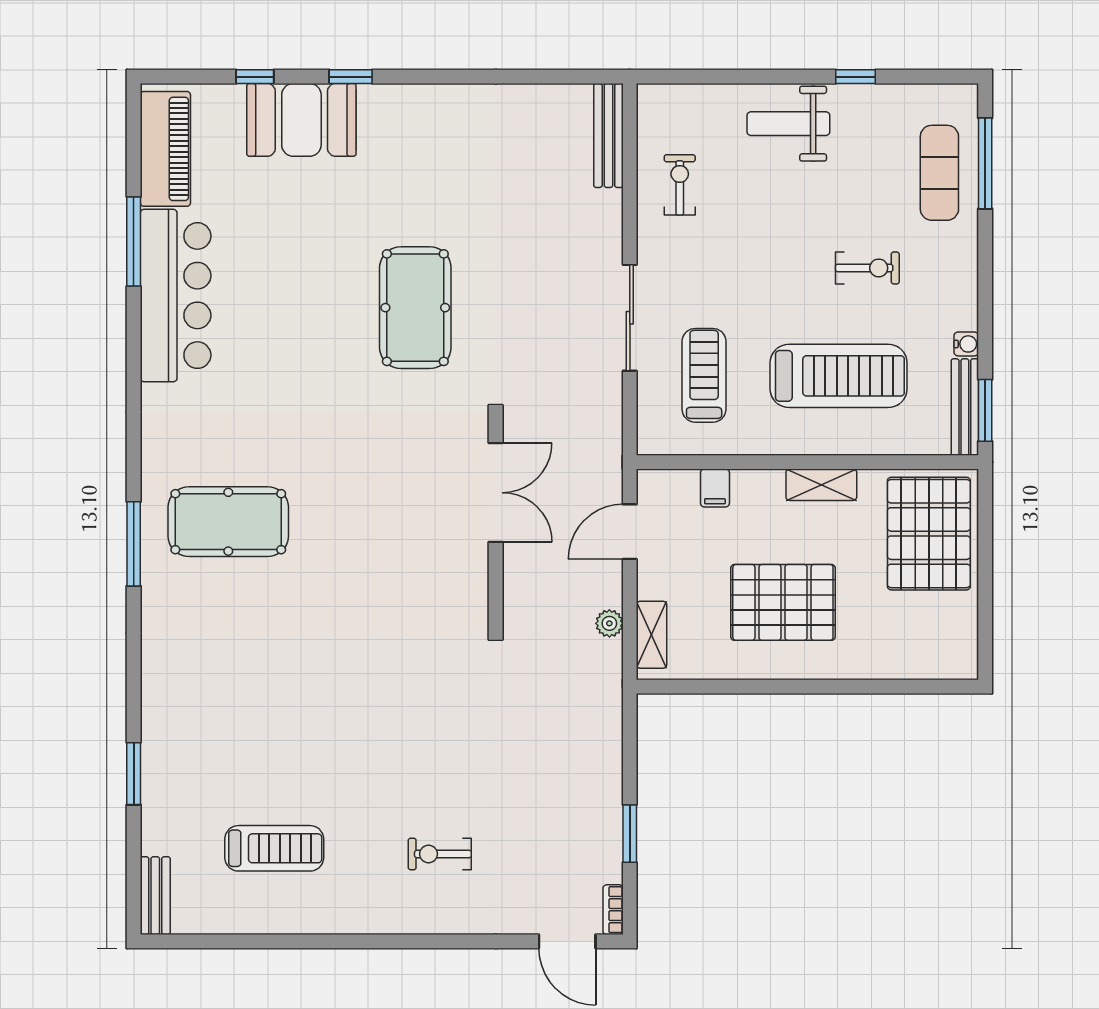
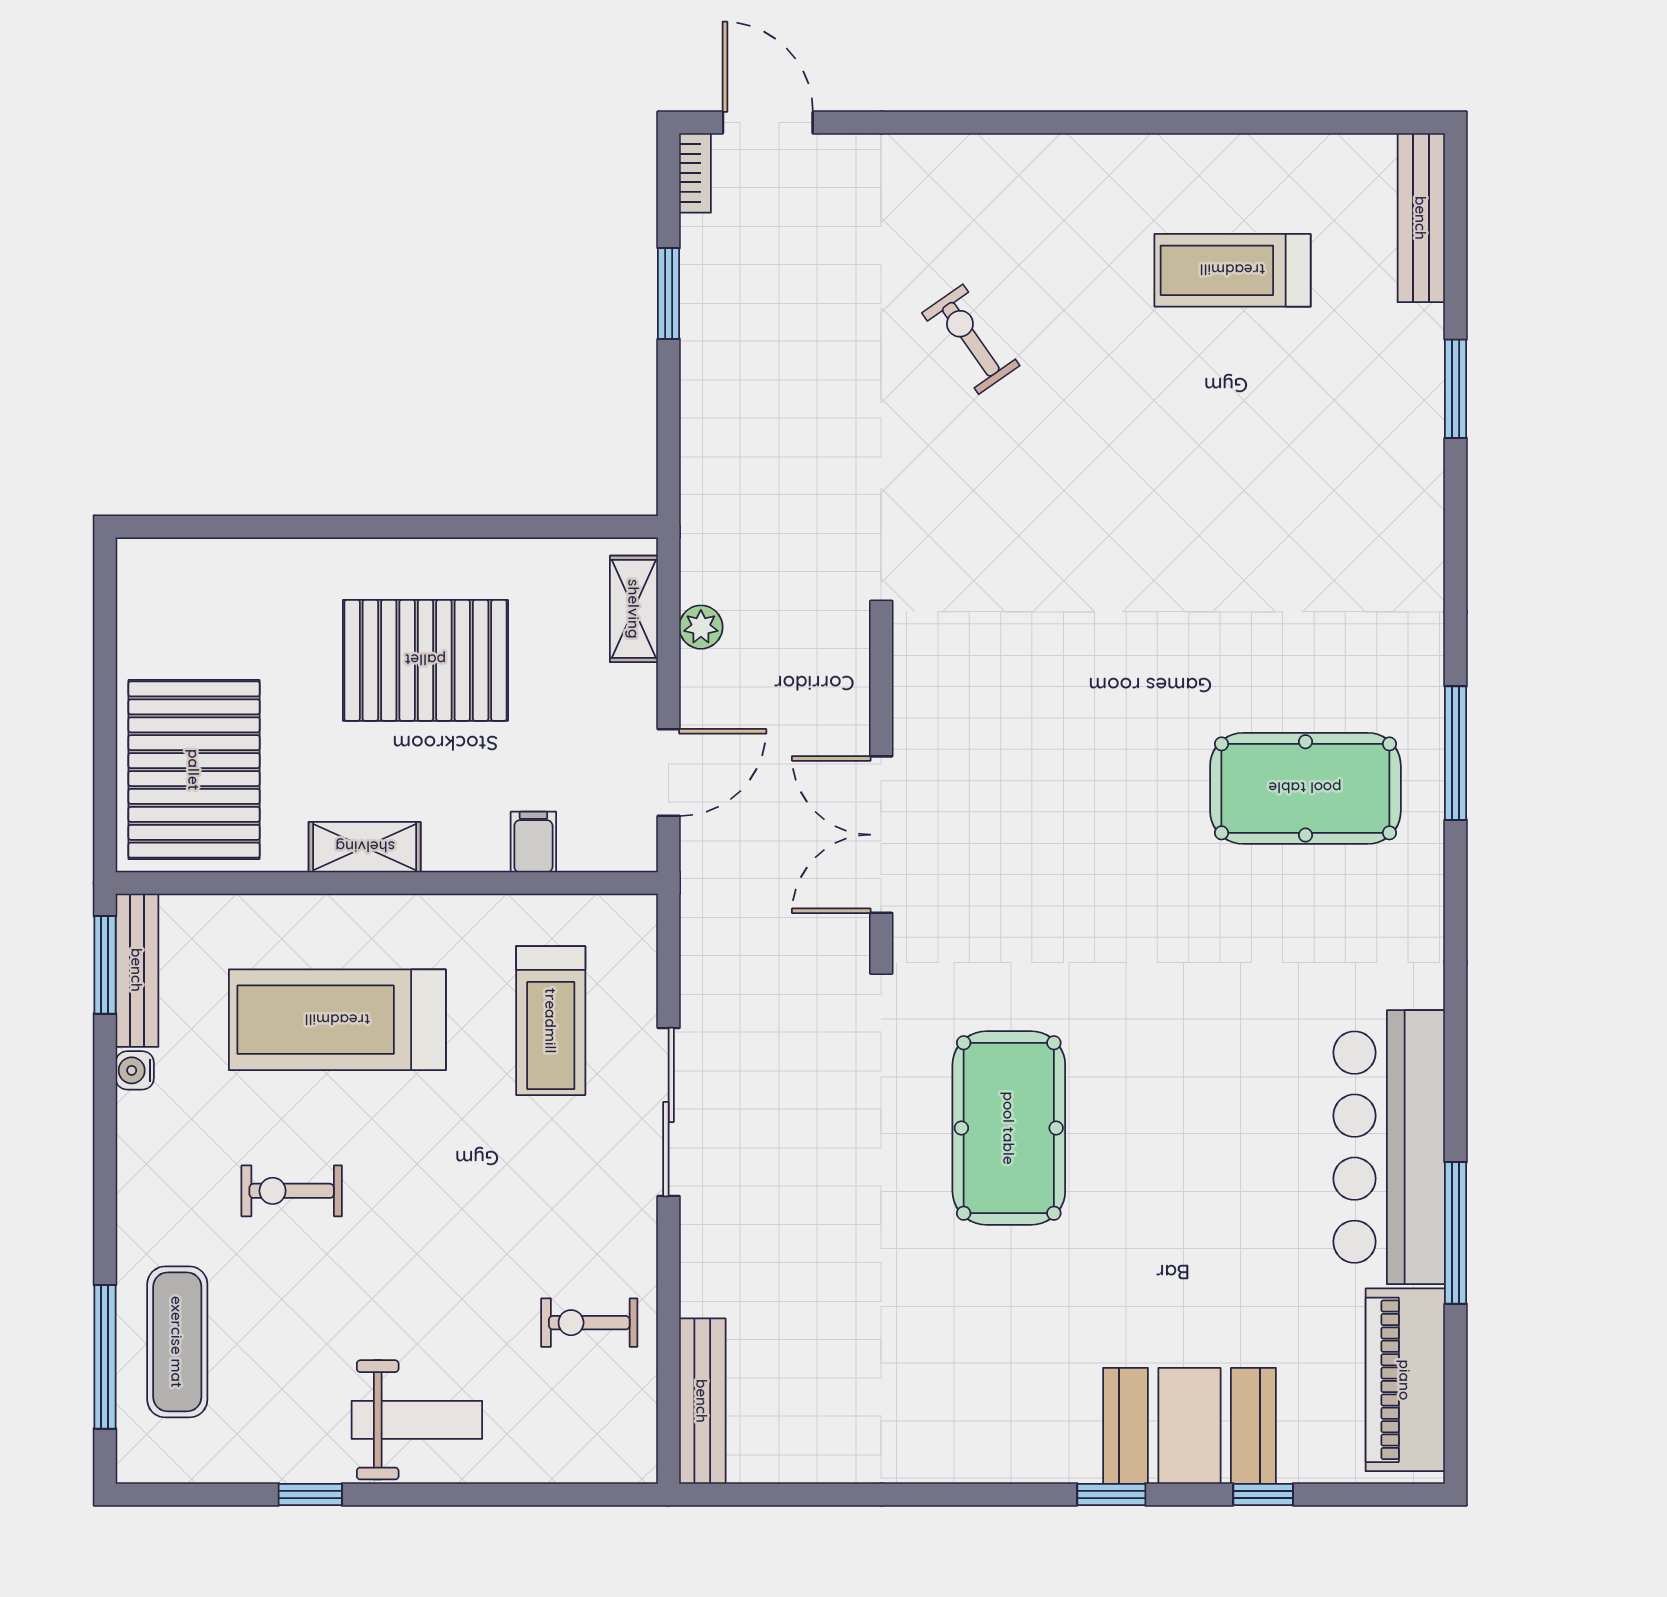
exercise bike: (680, 185) -> (589, 1323), turned 90
exercise bike: (440, 854) -> (971, 339), moved, turned -125
bench: (155, 896) -> (1421, 218), width x1.36

